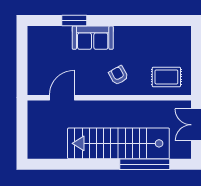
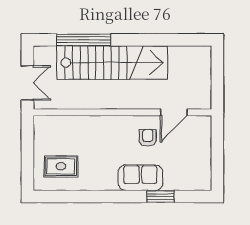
armchair: (118, 75) -> (148, 138), moved, turned -151
rug: (166, 77) -> (61, 166), moved

